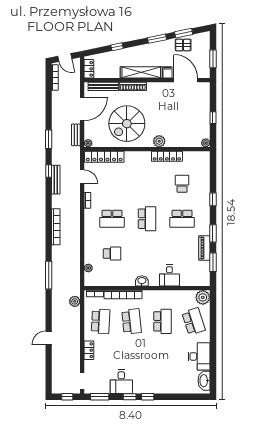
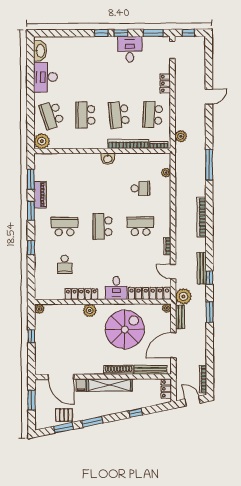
plant: (73, 154) -> (183, 296), added
school desk: (112, 254) -> (140, 188), turned 180
desk: (169, 276) -> (116, 288), moved, turned 180

